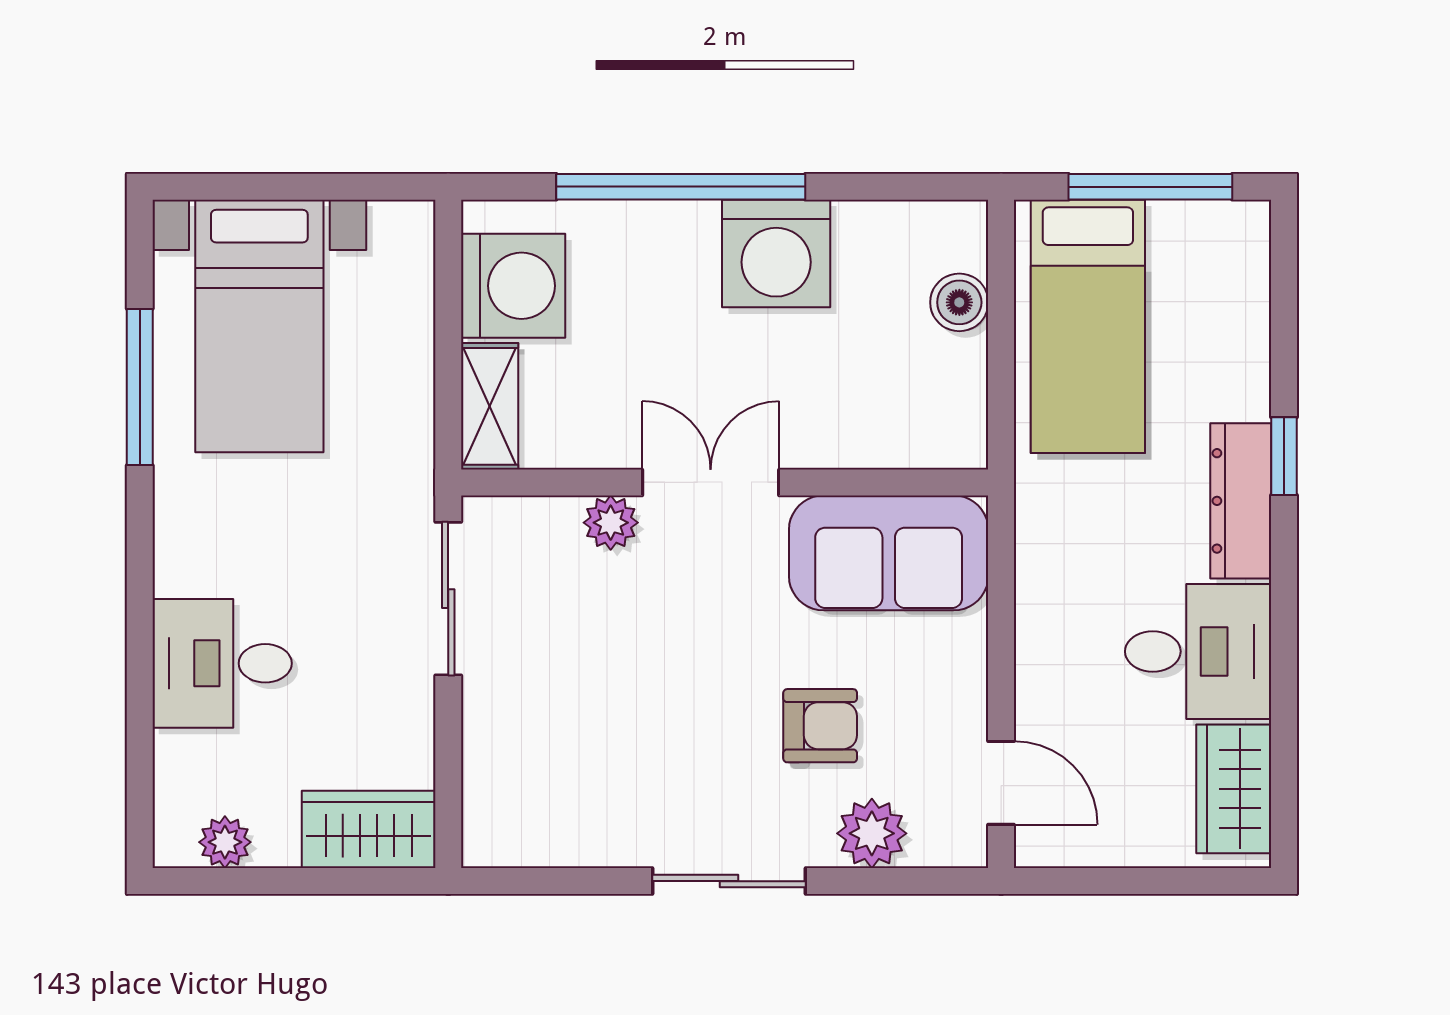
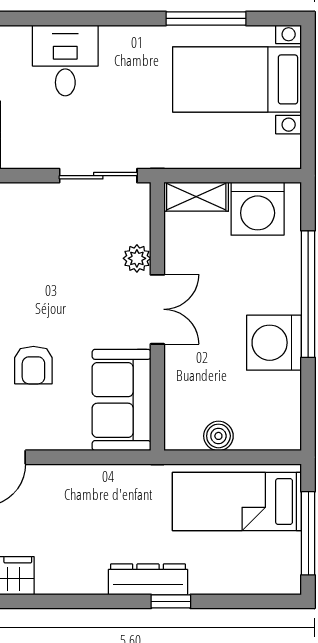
boiler: (959, 302) -> (218, 436), moved
desk: (1198, 651) -> (71, 558), removed

